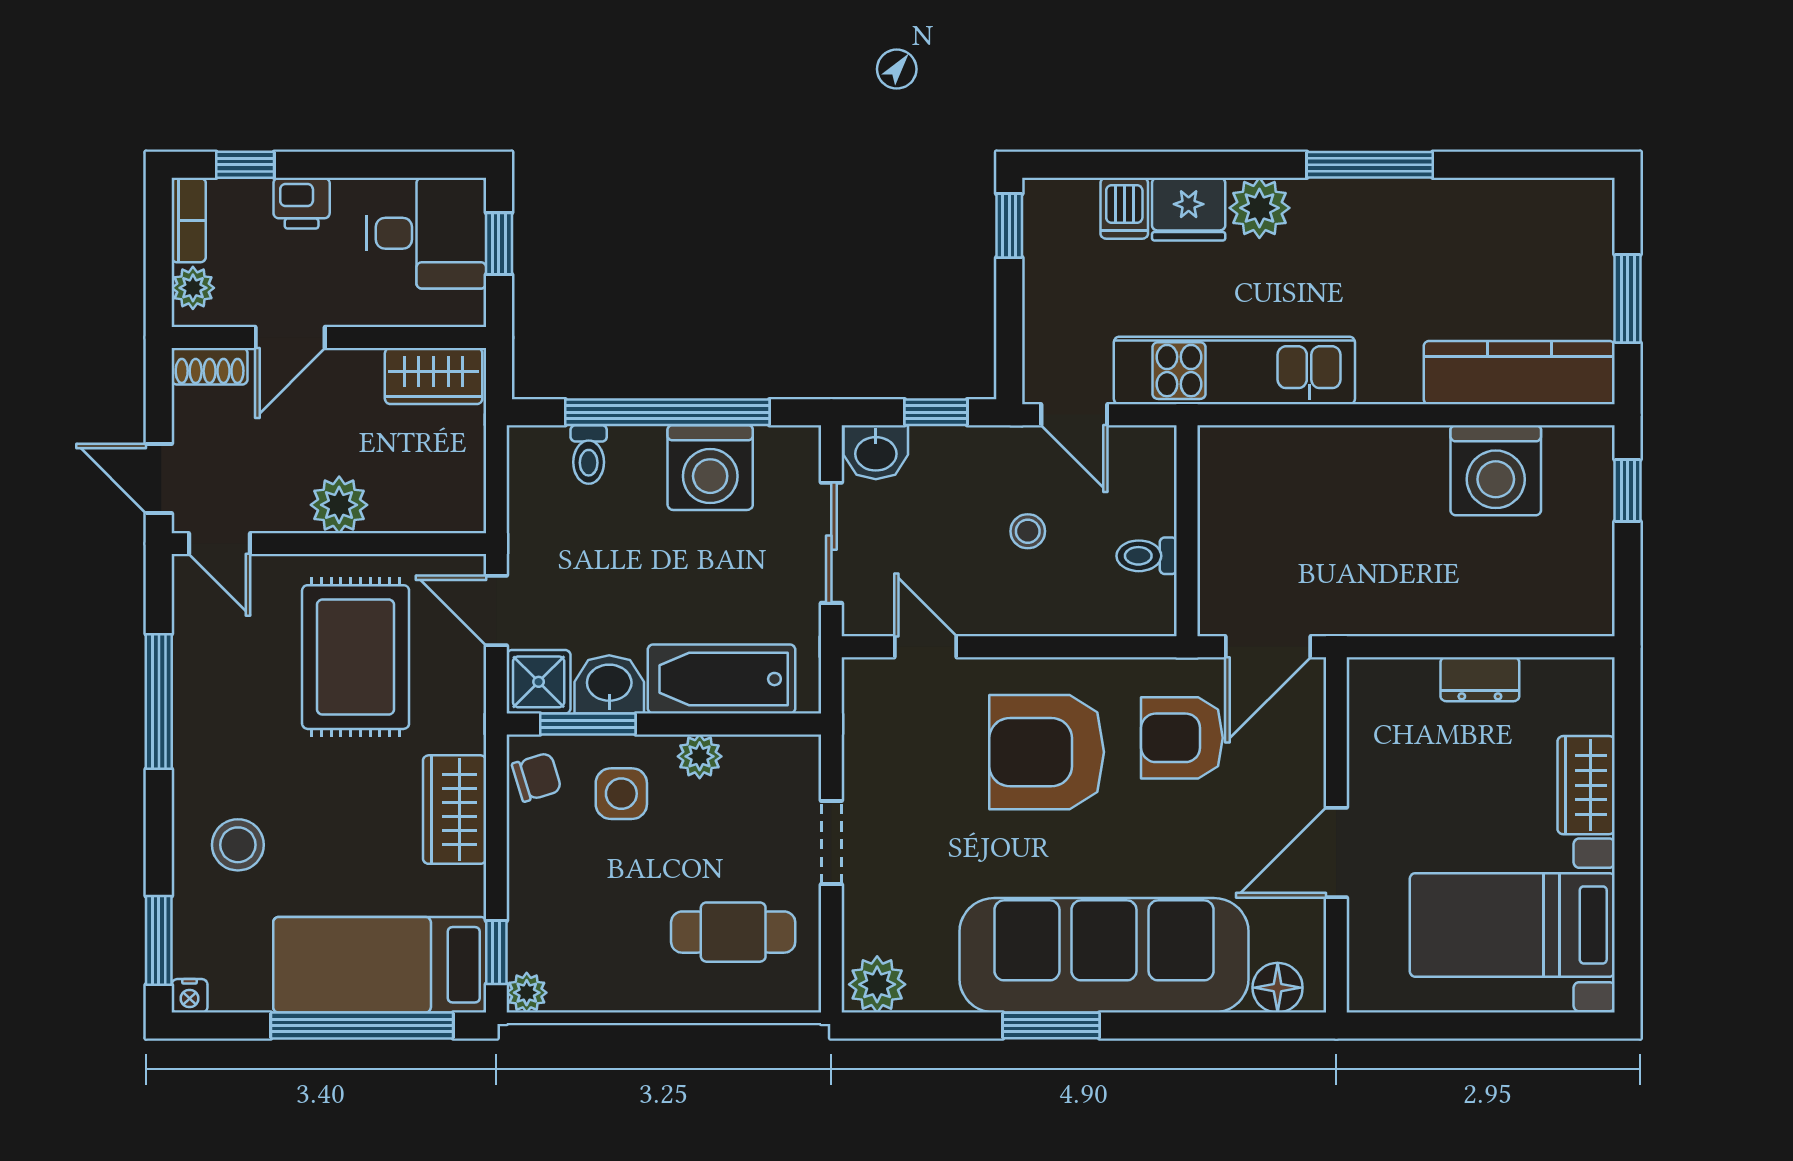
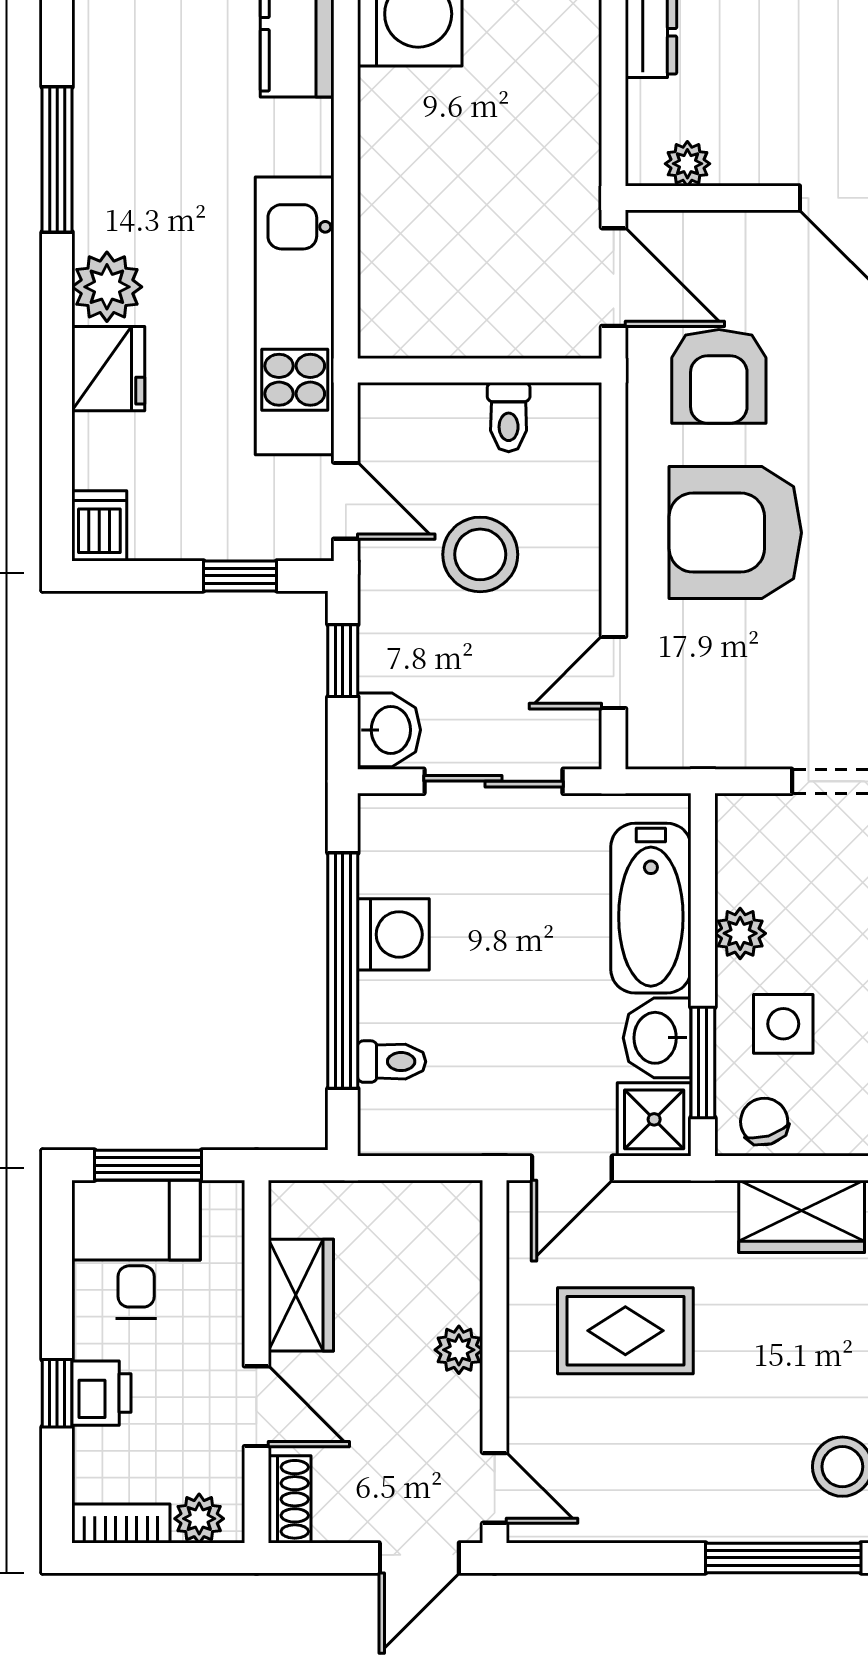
window: (245, 165) -> (57, 1393), moved
dishwasher: (1124, 208) -> (99, 526), moved, turned -90
window: (1009, 226) -> (240, 576), moved
window: (499, 244) -> (148, 1165), width x1.50
wardrobe: (434, 376) -> (301, 1295), moved
door: (1074, 415) -> (346, 501), hinge flipped
washing machine: (710, 468) -> (393, 934), width x0.73, depth x0.73
plant: (339, 505) -> (459, 1350), width x0.73, depth x0.73
stool: (1028, 531) -> (480, 554), width x1.89, depth x1.89
door: (219, 544) -> (495, 1488), hinge flipped
rug: (356, 657) -> (625, 1331), width x0.73, depth x0.70
window: (159, 701) -> (783, 1558), moved
plant: (1366, 711) -> (687, 164), added
armchair: (1047, 752) -> (735, 533), turned 90

